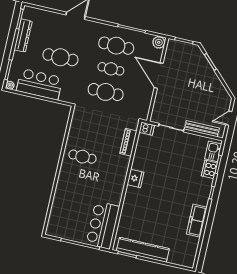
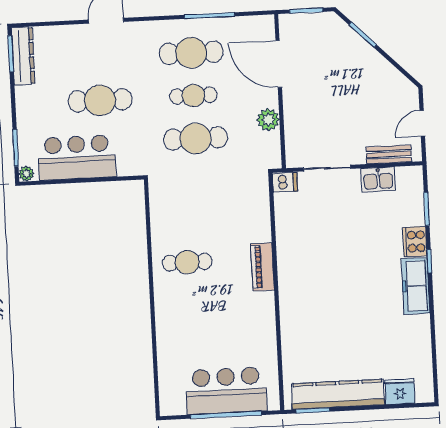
dresser: (23, 36) -> (23, 56), moved
plant: (159, 42) -> (268, 120), moved
door: (159, 75) -> (279, 64), moved
bench: (202, 129) -> (389, 154), width x0.73
piano: (128, 142) -> (262, 267), moved
kitchen sink: (213, 151) -> (378, 180), moved, turned -90
cooker: (209, 169) -> (415, 242), moved
fridge: (135, 178) -> (400, 392), moved, turned -90
freezer: (197, 221) -> (416, 286), moved
bar counter: (103, 225) -> (226, 391), moved, turned 90

